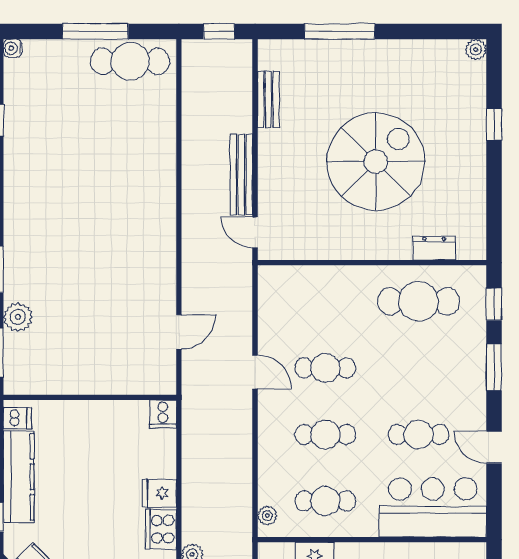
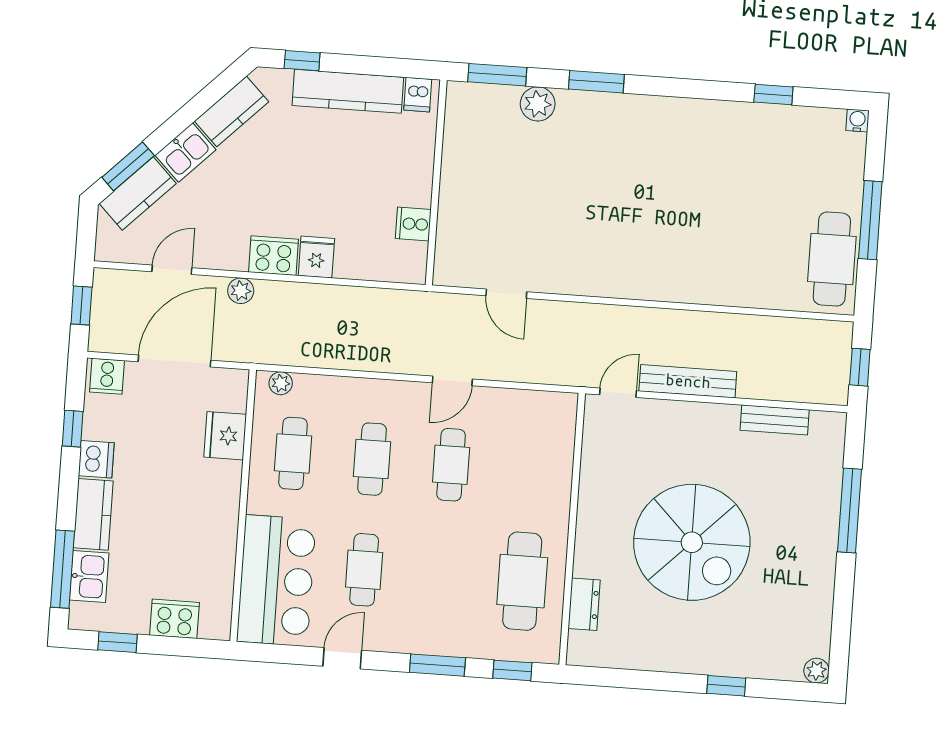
cooker: (163, 414) -> (413, 224), moved

